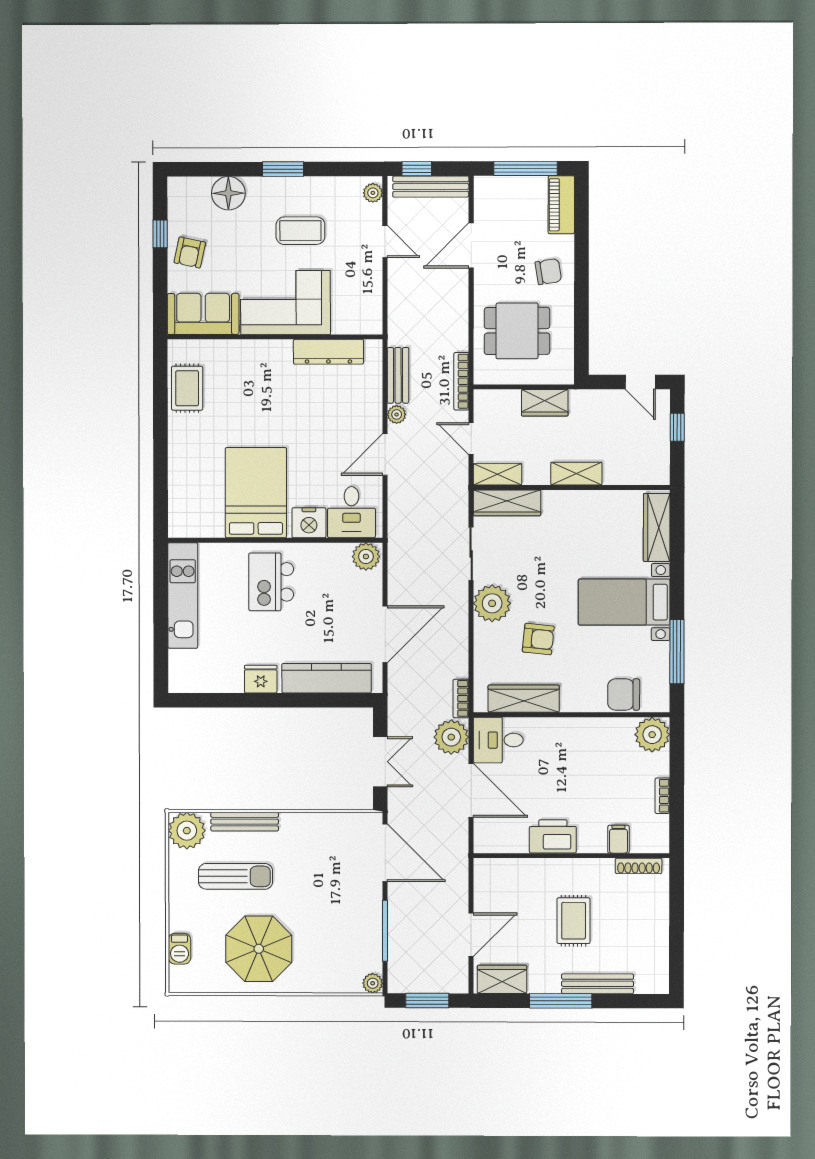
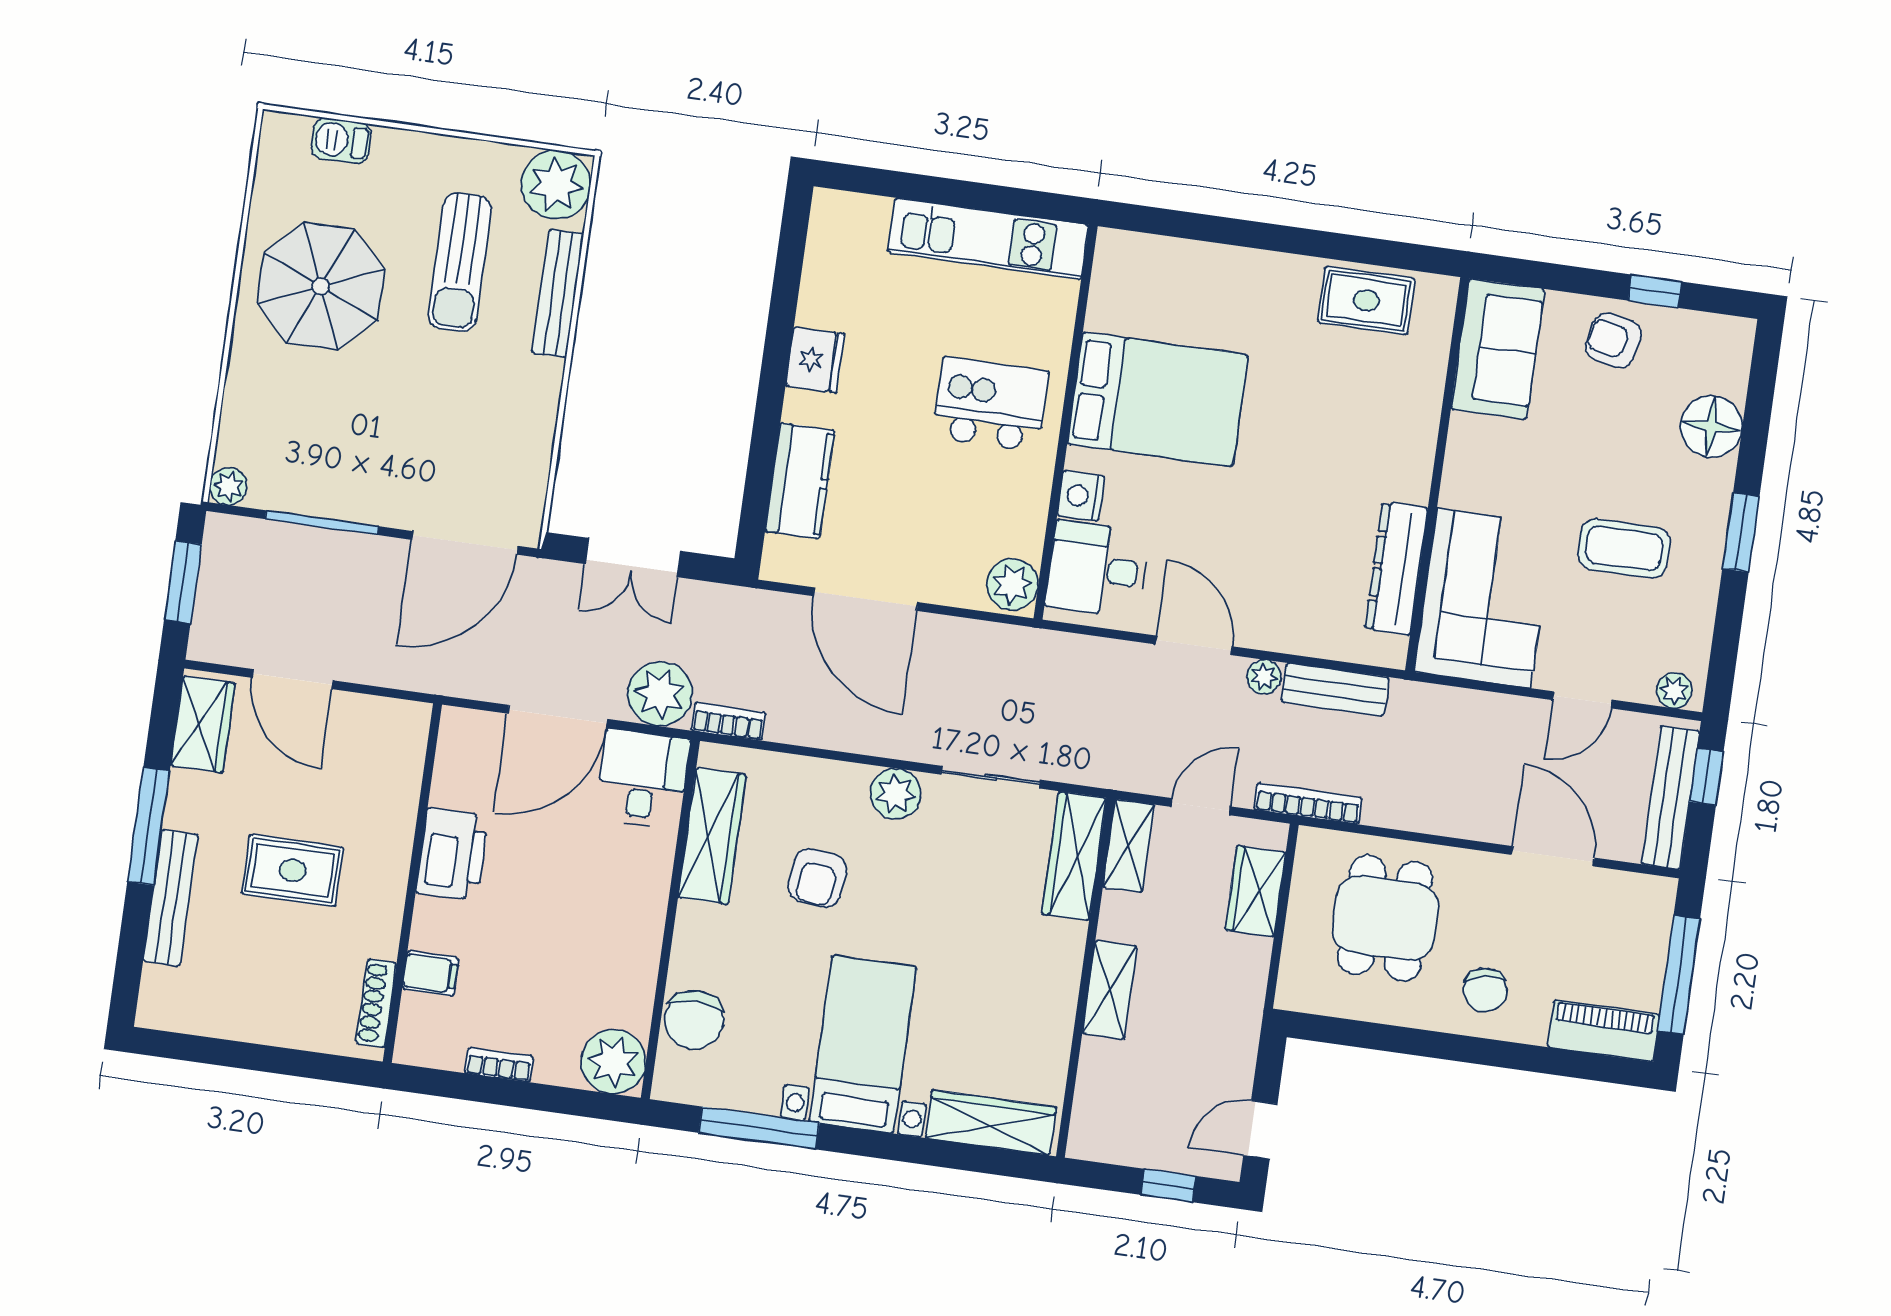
coffee table: (300, 231) -> (1624, 548), turned 90
corner sofa: (285, 302) -> (1484, 598), moved
wardrobe: (545, 403) -> (1255, 891), moved
nightstand: (309, 523) -> (1081, 496), width x0.74, depth x0.75
plant: (492, 603) -> (896, 794), width x0.73, depth x0.73
kitchen counter: (327, 678) -> (800, 481), width x0.67
chair: (624, 694) -> (694, 1020), turned 180

